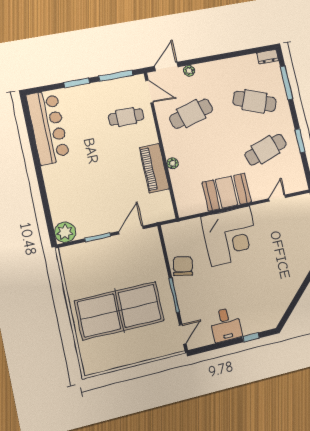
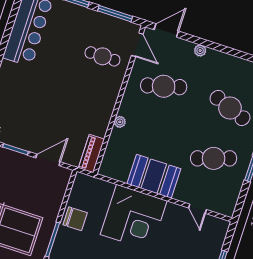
plant: (189, 71) -> (200, 51), moved
piano: (154, 168) -> (91, 154), moved, width x0.73, depth x0.75
door: (277, 198) -> (198, 209), swing flipped
chair: (183, 266) -> (75, 219), turned 79

